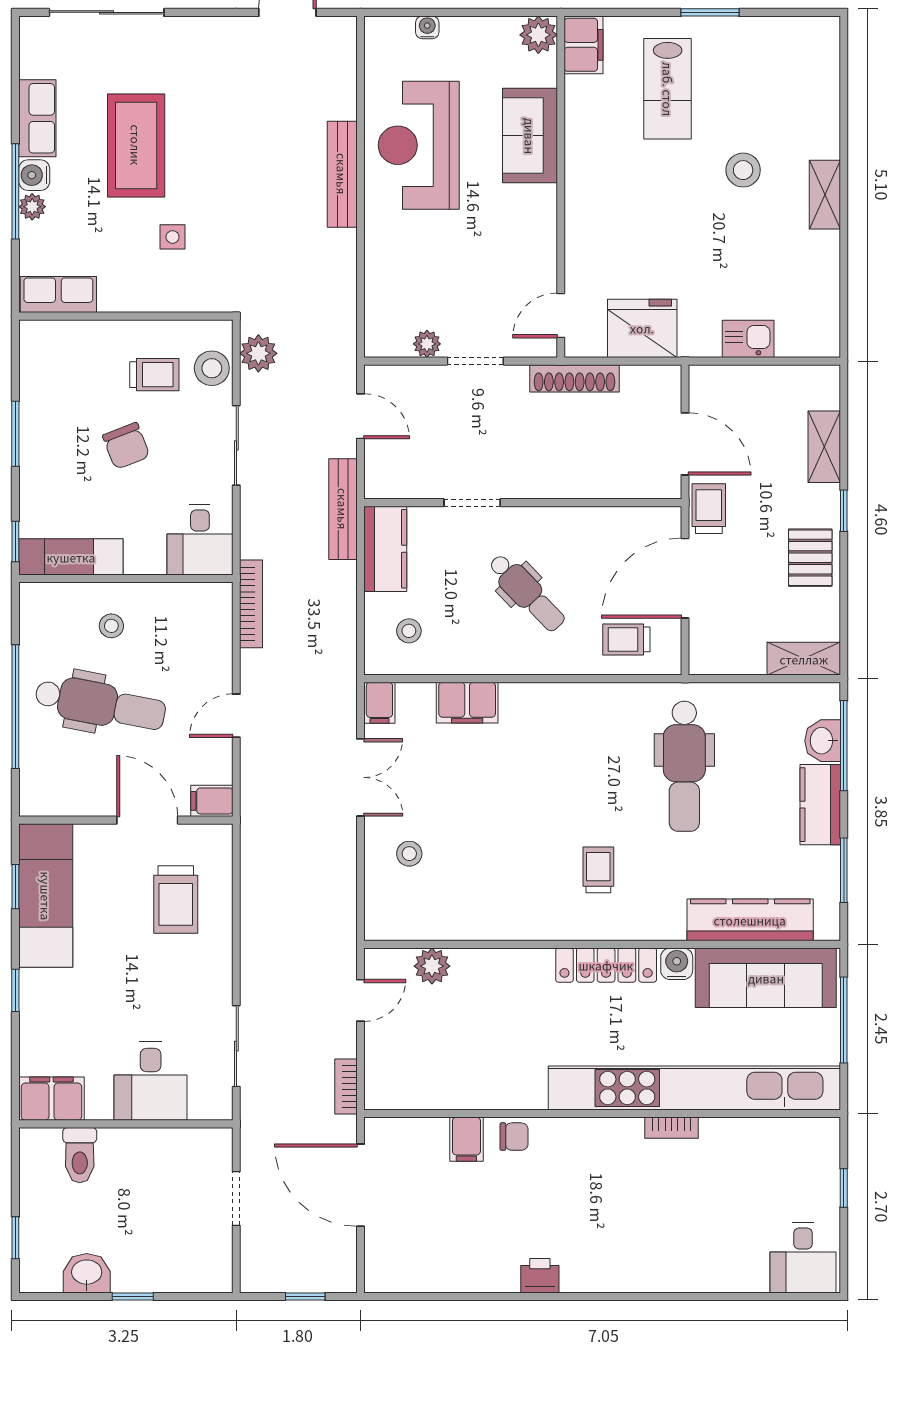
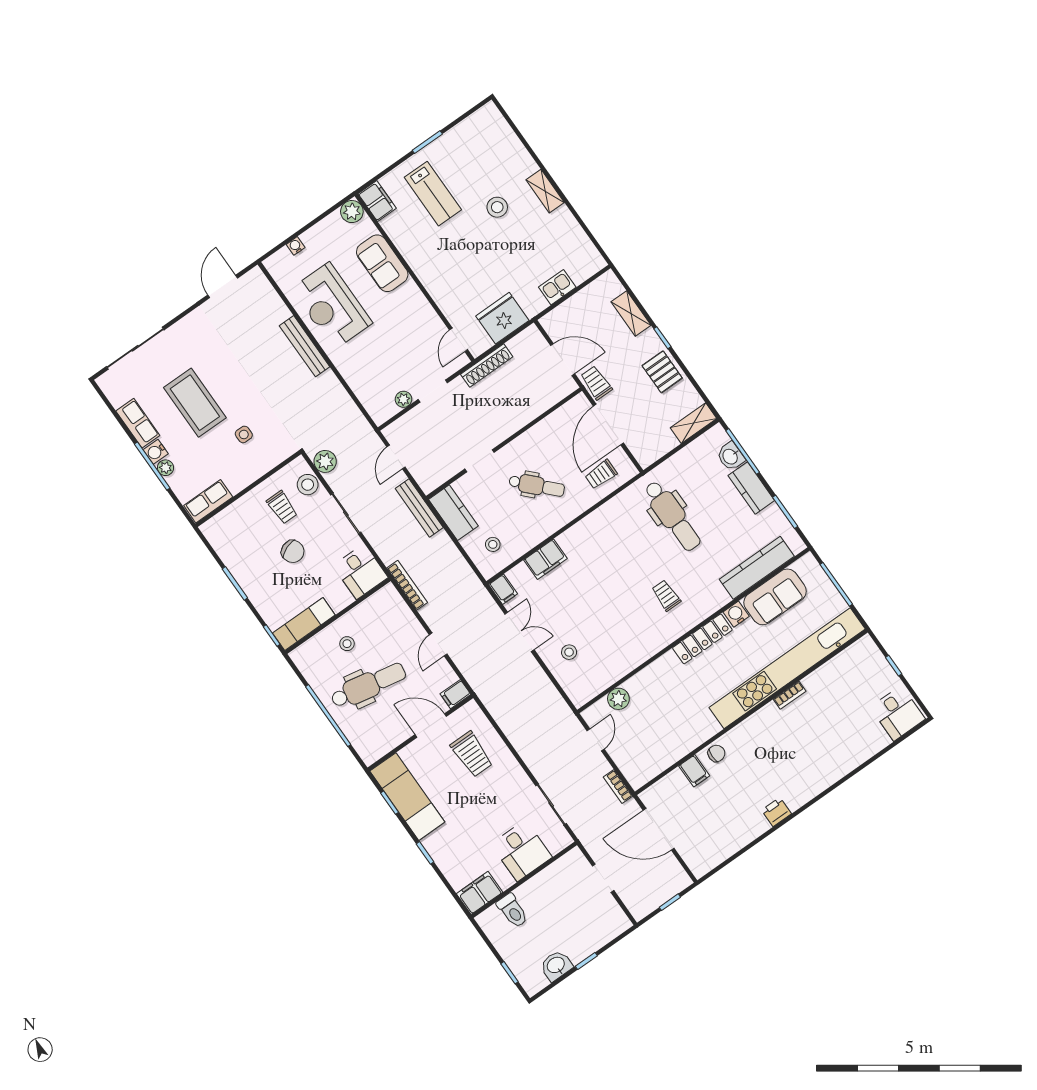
trolley: (154, 375) -> (282, 507), turned 90
door: (361, 416) -> (396, 457), swing flipped
sofa: (766, 978) -> (775, 597), width x0.73

